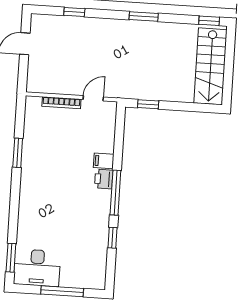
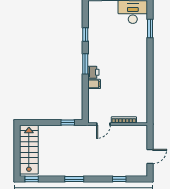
window: (18, 153) -> (150, 86), removed
window: (115, 193) -> (85, 64), width x0.69
window: (11, 258) -> (150, 29), moved

